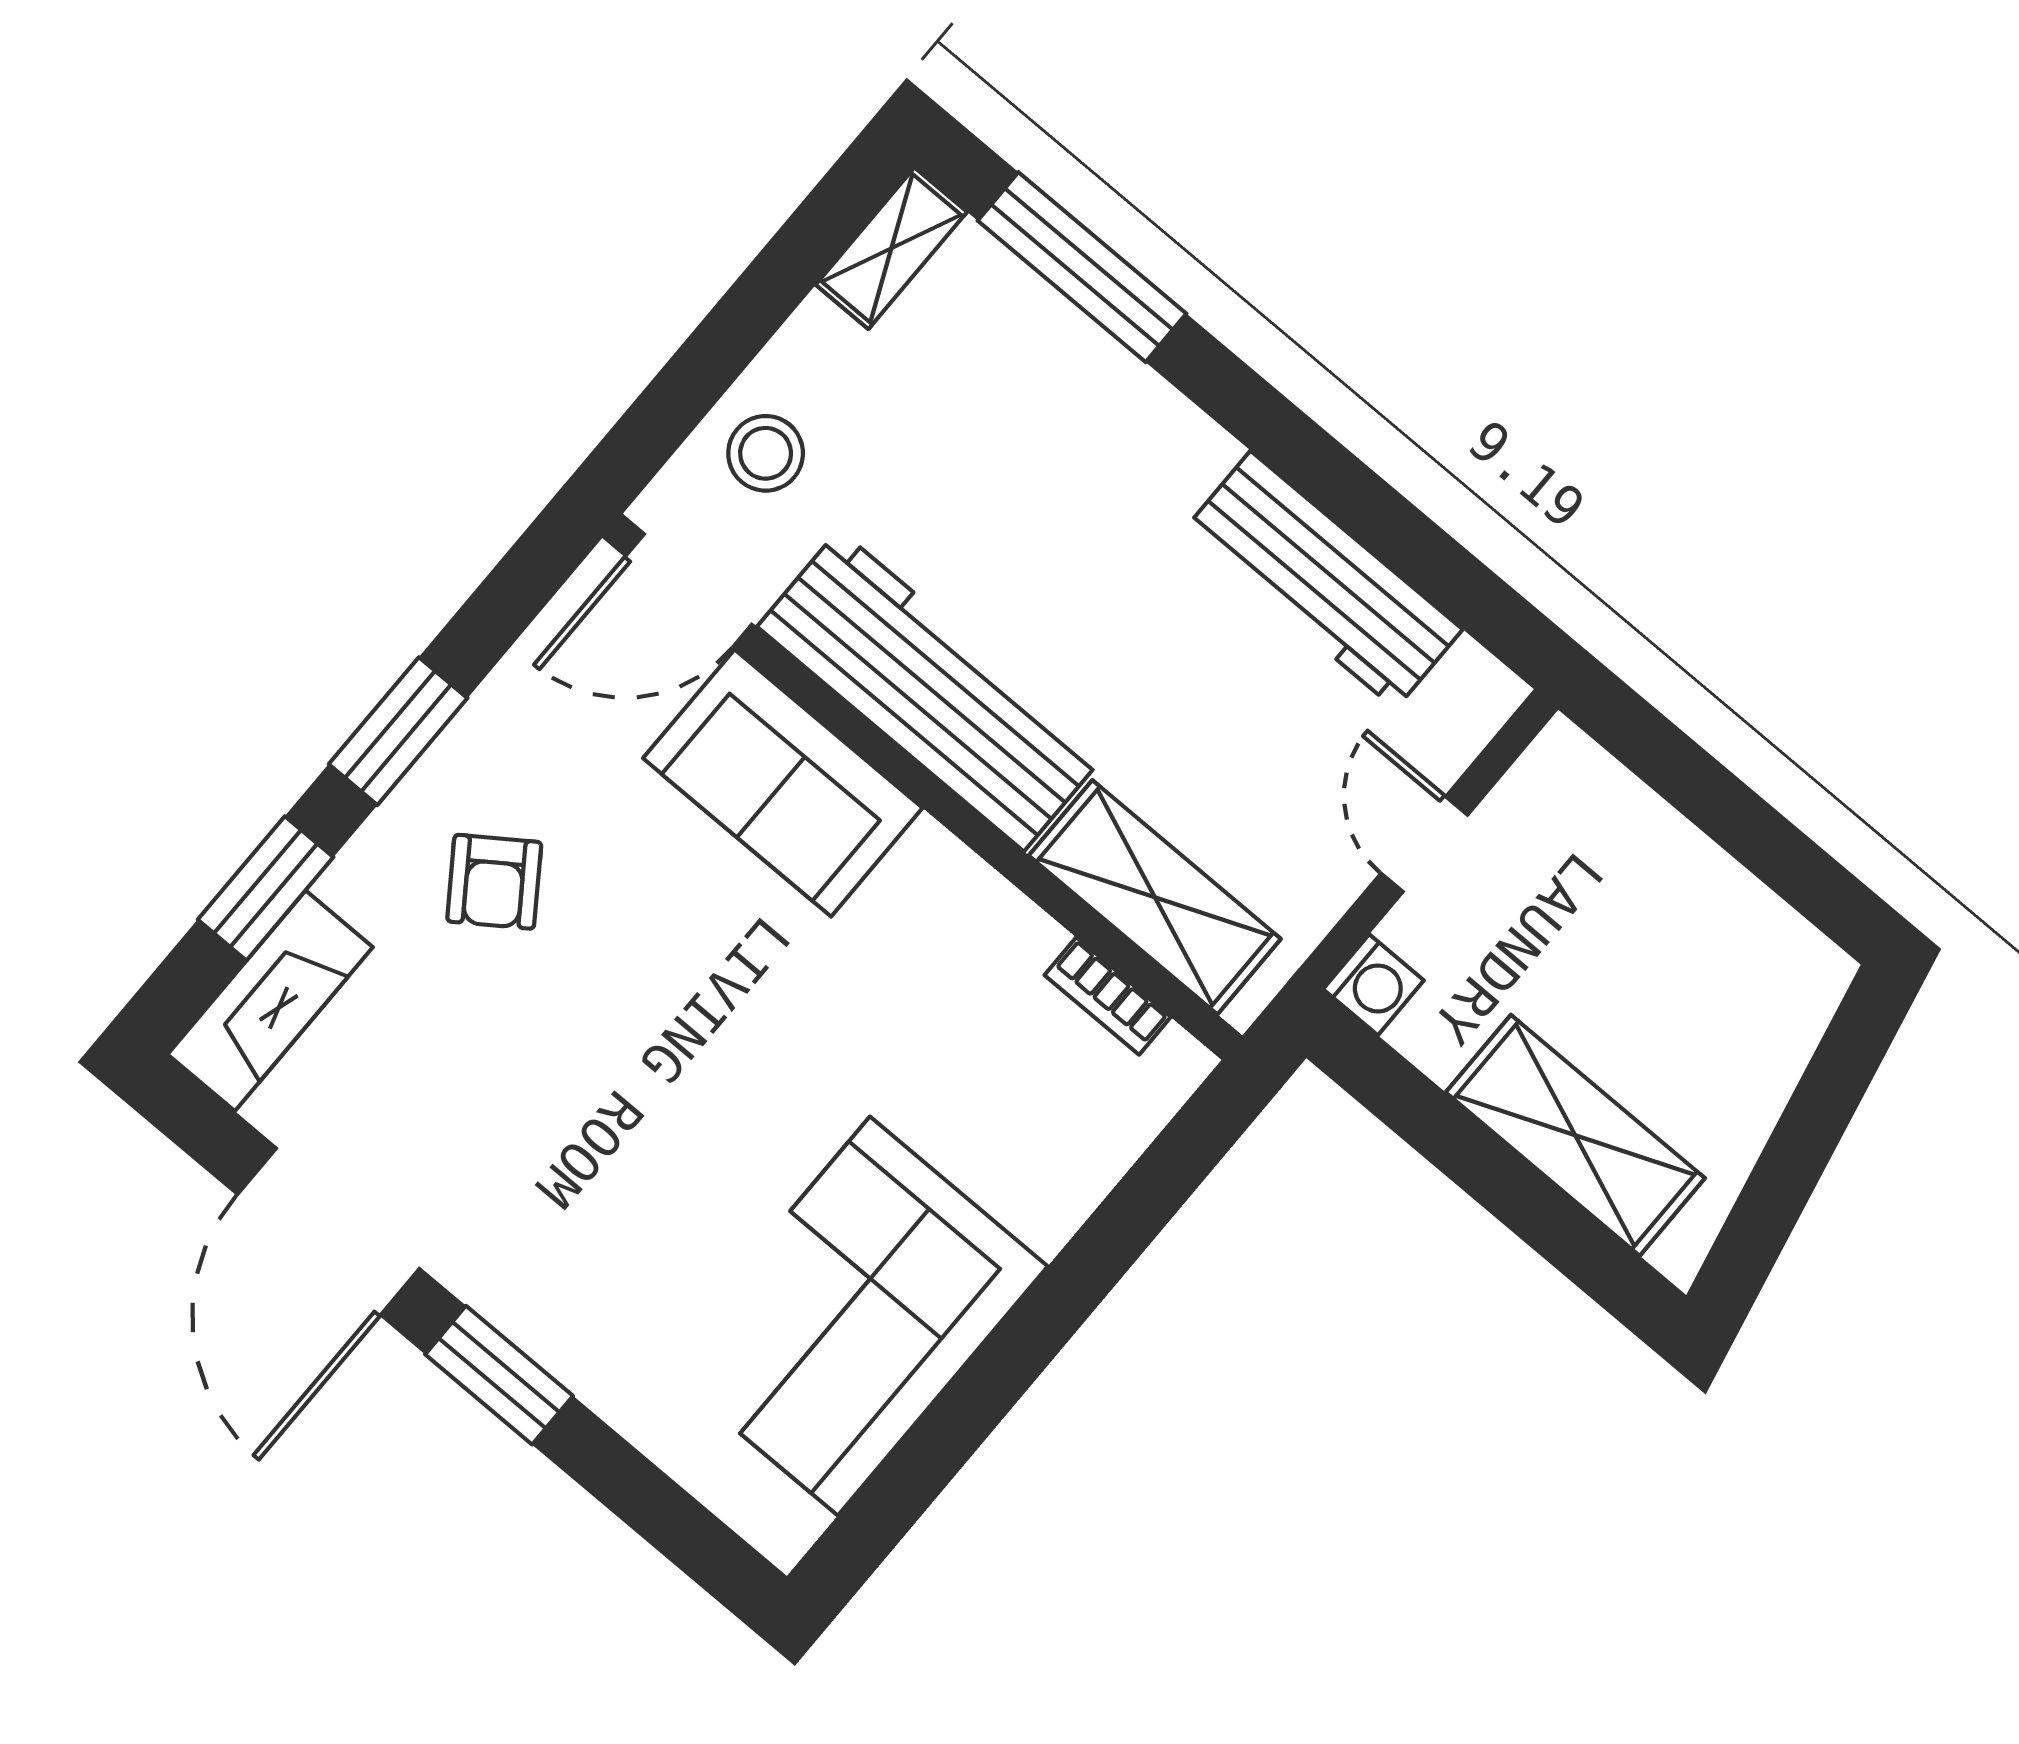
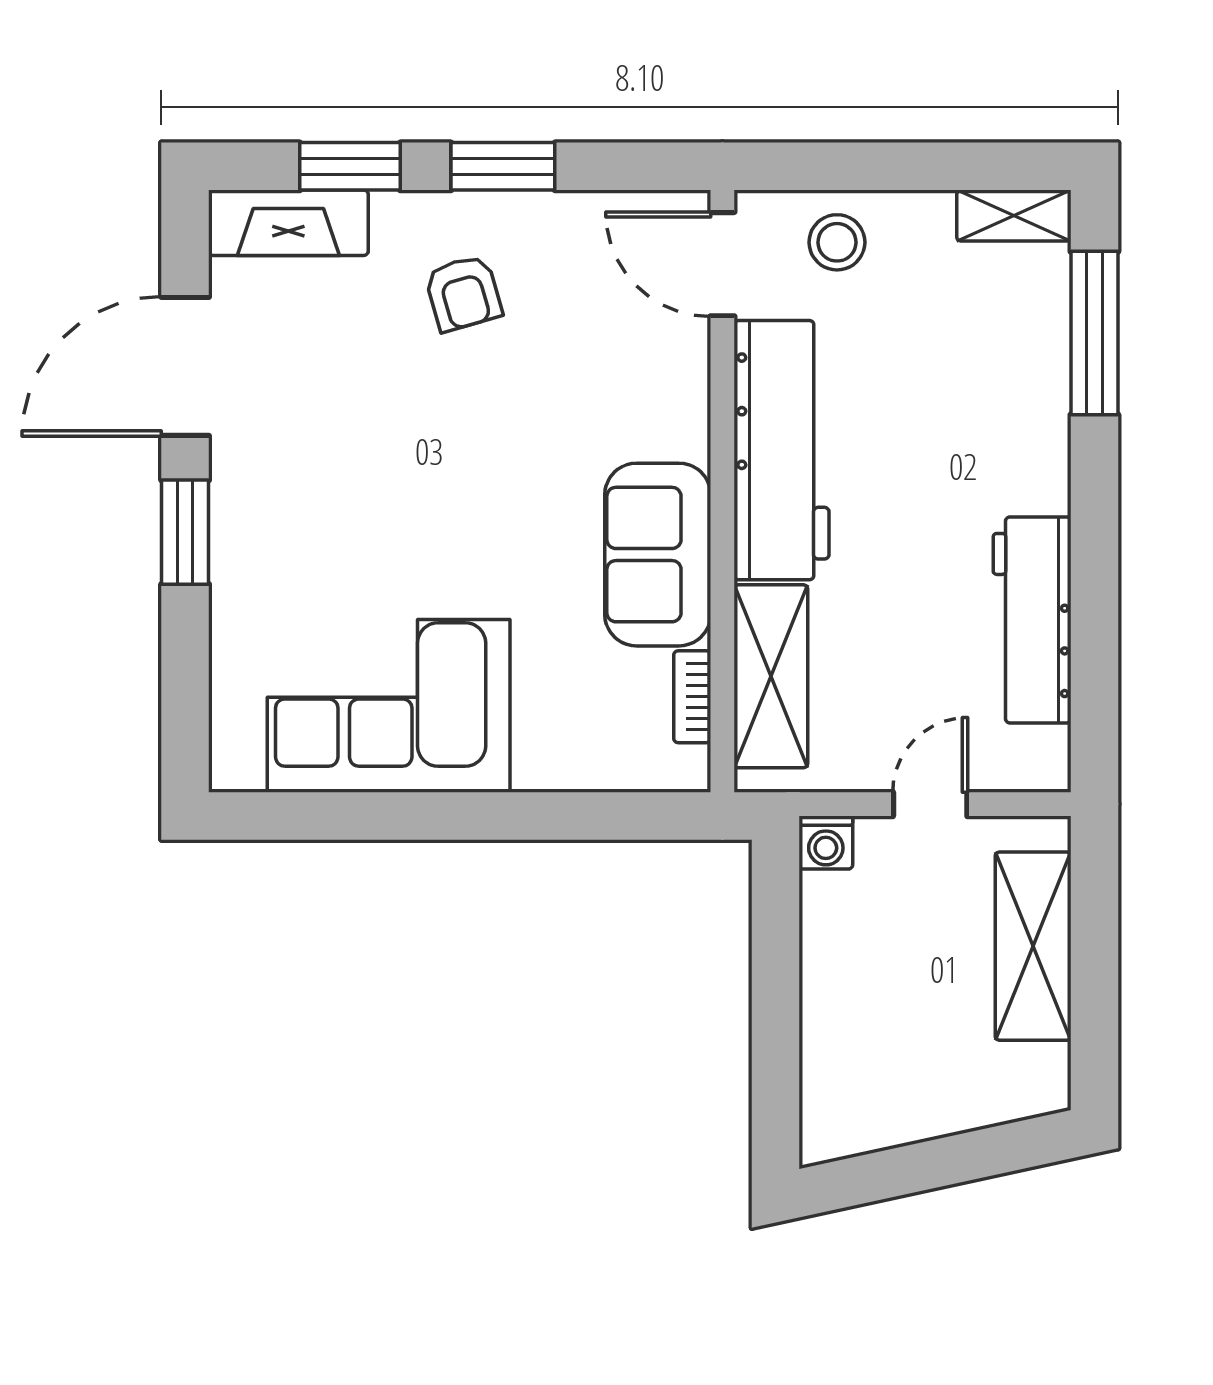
sofa: (783, 783) -> (658, 555), moved
armchair: (494, 882) -> (463, 293), turned -71
shelving: (1575, 1135) -> (1033, 946), moved

